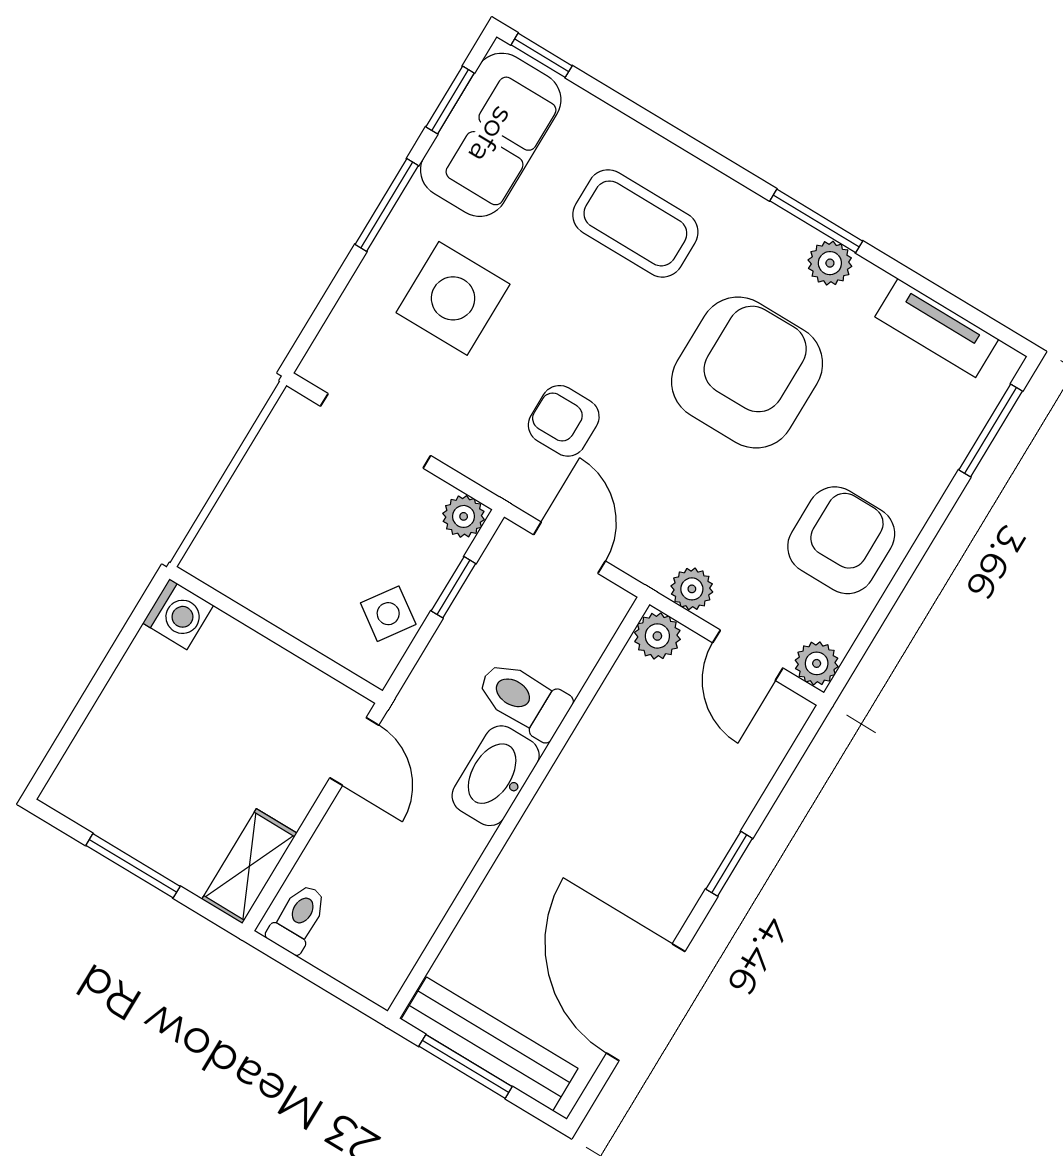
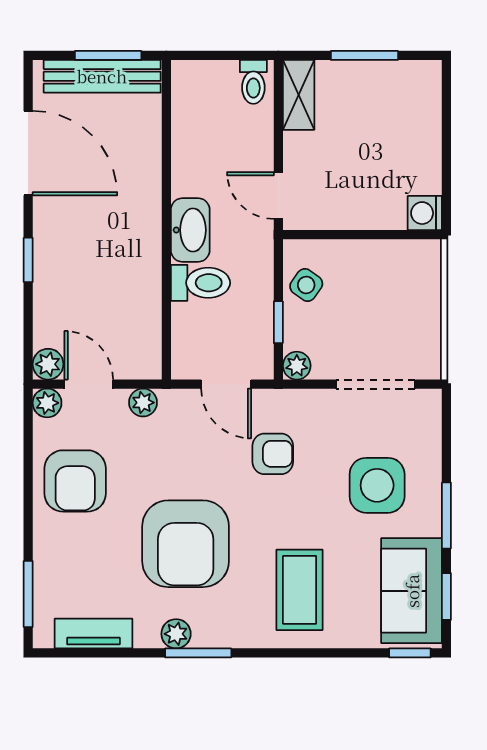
coffee table: (635, 223) -> (300, 590), turned 90
plant: (657, 636) -> (48, 364), moved

